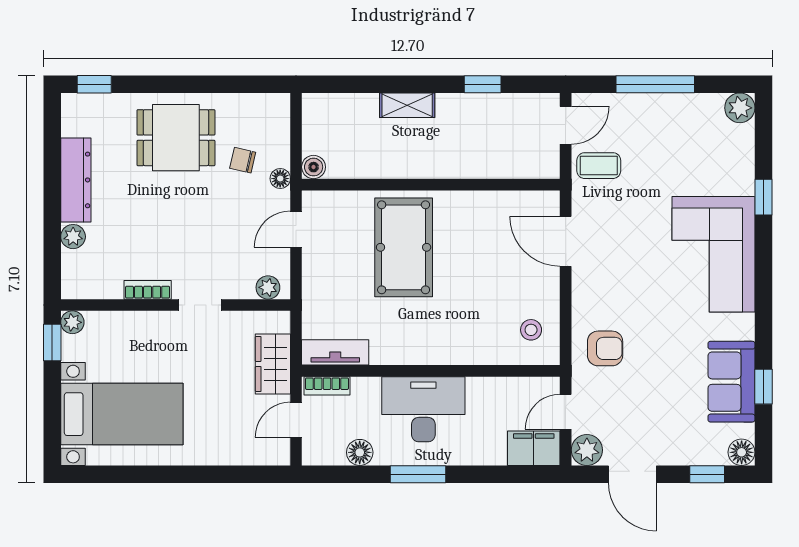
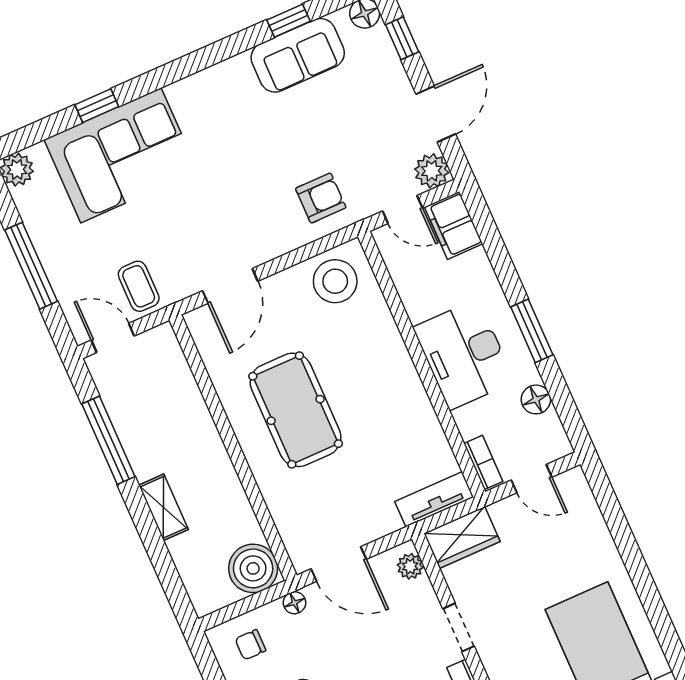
window: (483, 84) -> (108, 440), width x2.17
chair: (243, 160) -> (250, 645), moved, turned 77
boiler: (314, 167) -> (253, 568), width x1.86, depth x1.86
door: (296, 229) -> (339, 564), width x1.38
pool table: (404, 247) -> (296, 410), moved, turned 90
corner sofa: (714, 254) -> (121, 155), moved
stool: (531, 330) -> (335, 281), width x1.89, depth x1.89
armchair: (605, 348) -> (321, 198), turned 90
tv unit: (335, 352) -> (434, 499), moved, turned 90
wardrobe: (273, 364) -> (462, 537), moved

